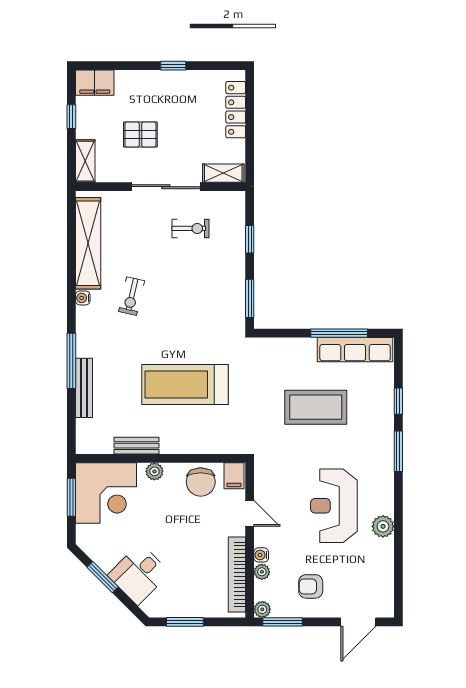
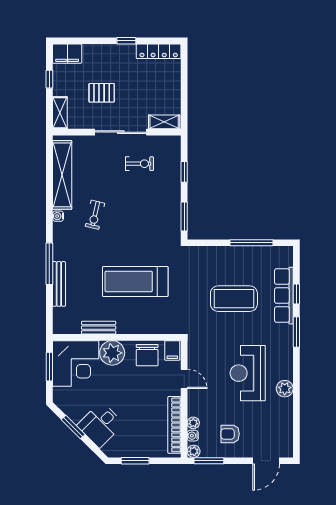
locker: (236, 110) -> (159, 51), moved, turned -90
row of seats: (355, 350) -> (284, 296), moved, turned 90
plant: (154, 471) -> (112, 353), width x1.88, depth x1.88
water cooler: (261, 555) -> (193, 436), moved

